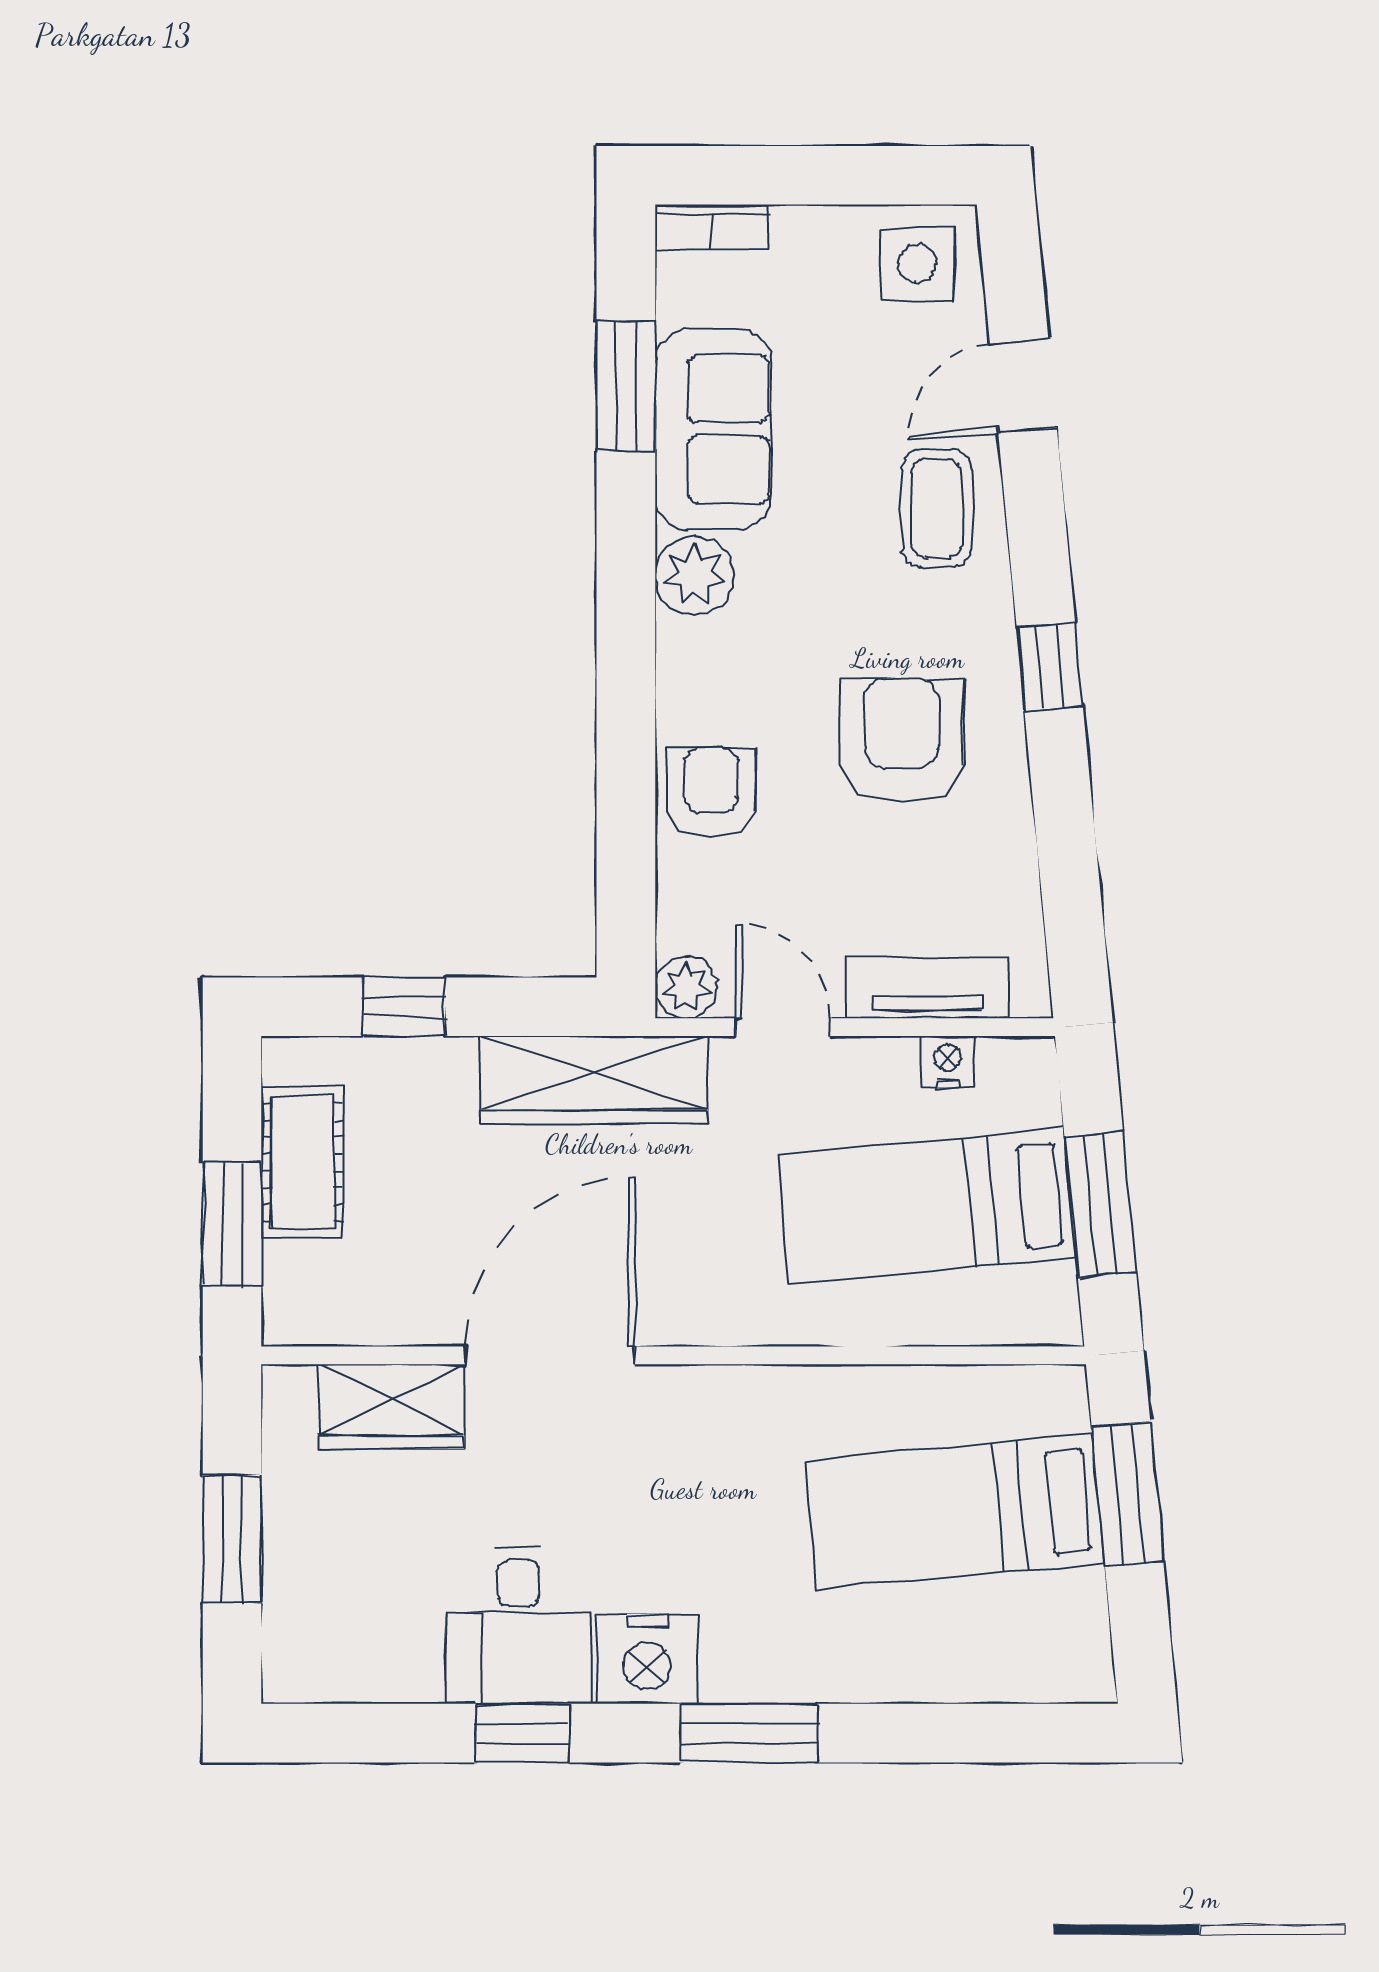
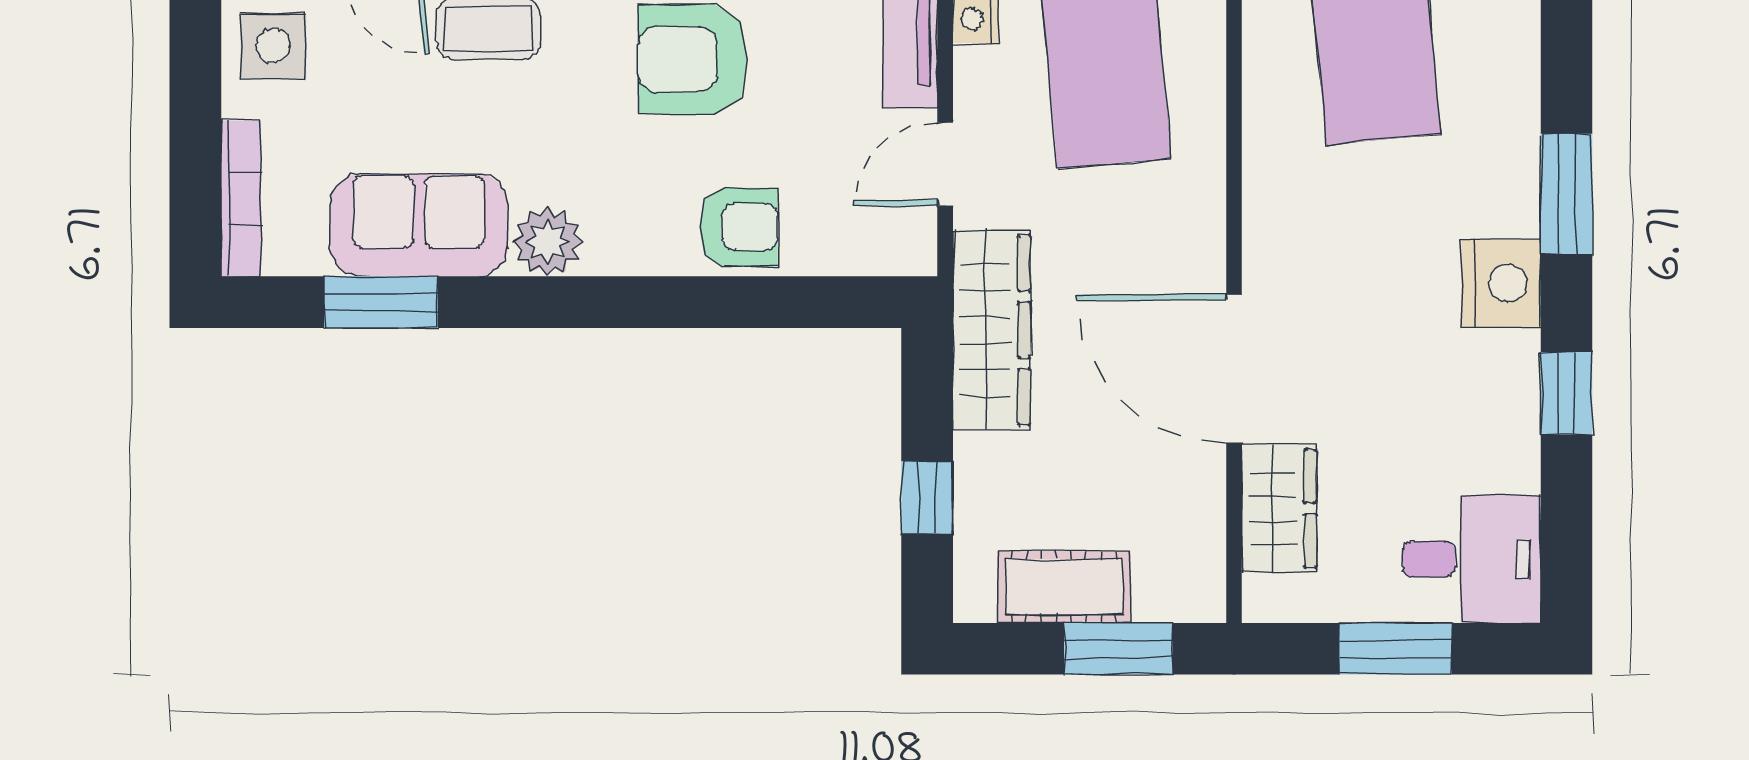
bookcase: (712, 227) -> (241, 198), width x1.56
armchair: (711, 792) -> (739, 227), turned 180
plant: (686, 987) -> (910, 249), removed
desk: (518, 1626) -> (1472, 559), moved

